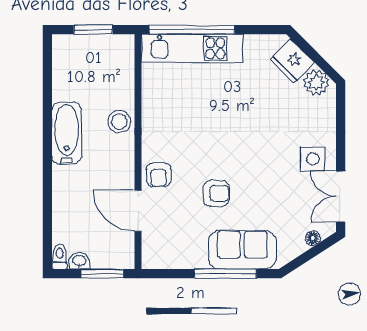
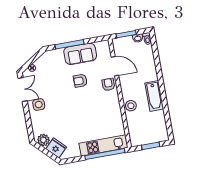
sofa: (242, 250) -> (80, 54), moved

